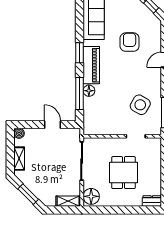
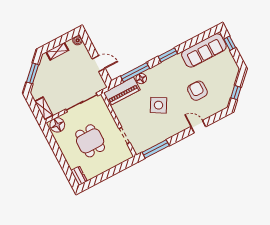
armchair: (130, 42) -> (197, 91), turned -90
piano: (91, 65) -> (122, 91), moved
side table: (140, 105) -> (158, 105), moved
door: (53, 125) -> (99, 64), hinge flipped
dining table: (123, 173) -> (90, 141), turned 90

